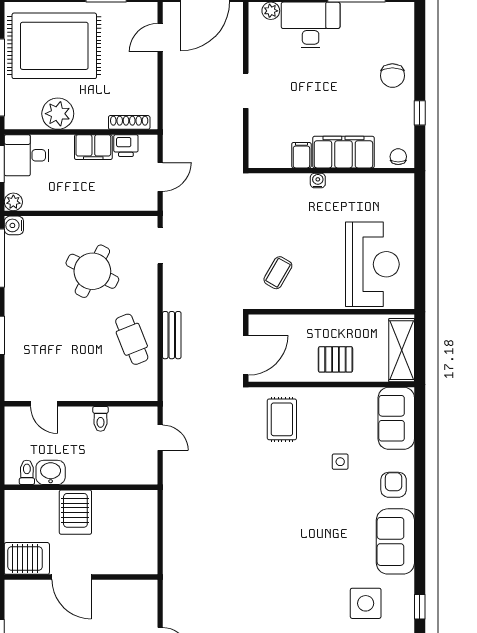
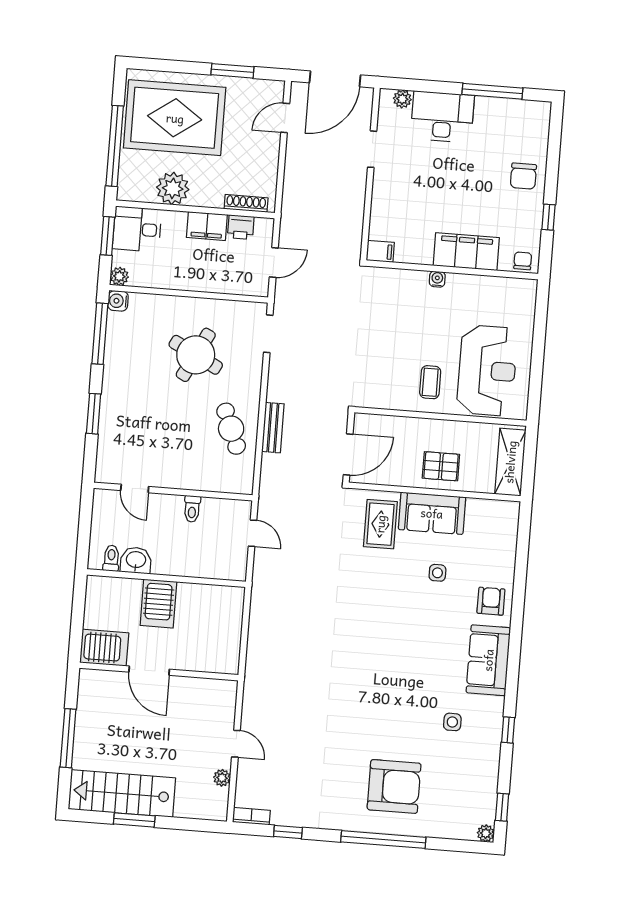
doorway: (246, 91) -> (372, 149), moved
filing cabinet: (301, 155) -> (380, 251), moved, turned 90
coffee table: (278, 273) -> (430, 382), moved, turned -30
sofa: (396, 418) -> (432, 513), moved, turned -90
side table: (366, 603) -> (452, 722), width x0.54, depth x0.54

